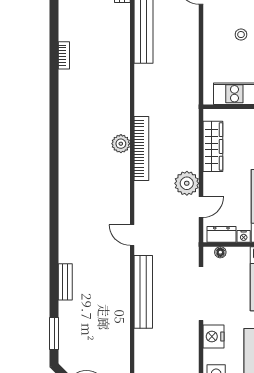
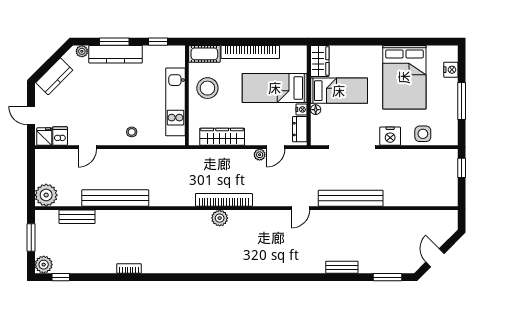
stool: (241, 35) -> (132, 132), moved
bookcase: (64, 55) -> (129, 268), moved
plant: (187, 183) -> (260, 155), width x0.53, depth x0.53
door: (201, 207) -> (276, 147), swing flipped
floor lamp: (220, 252) -> (316, 110), moved

